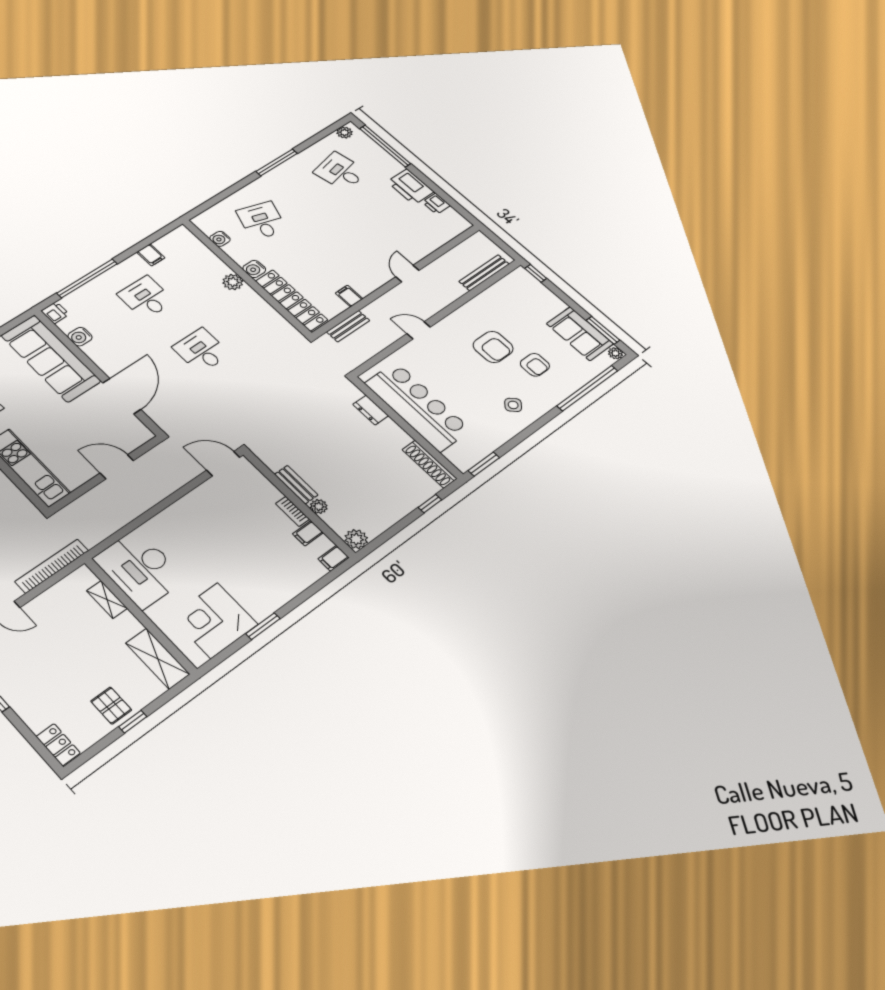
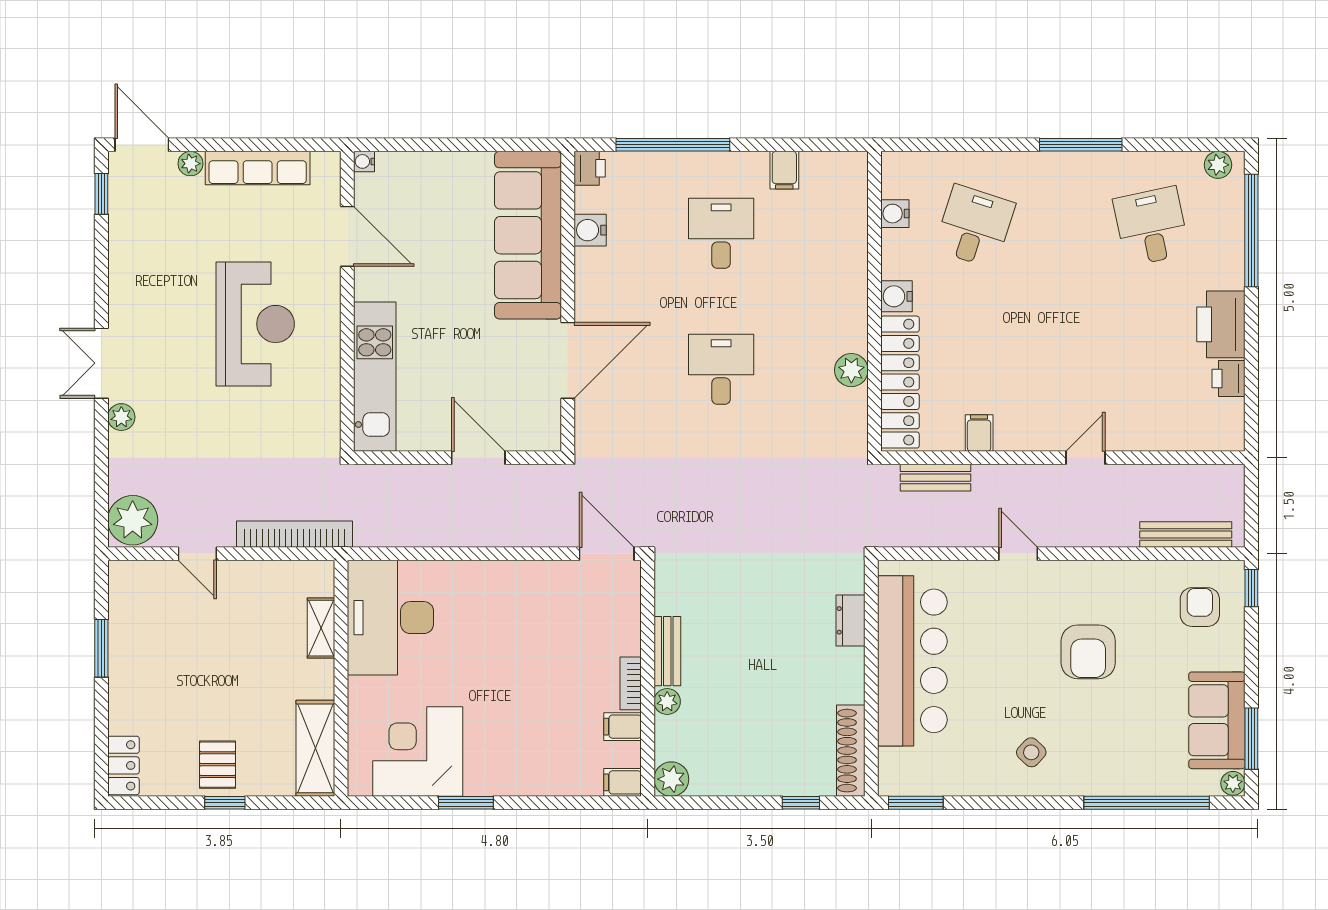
plant: (233, 282) -> (851, 370), moved
armchair: (535, 365) -> (1200, 607), moved, turned 180

